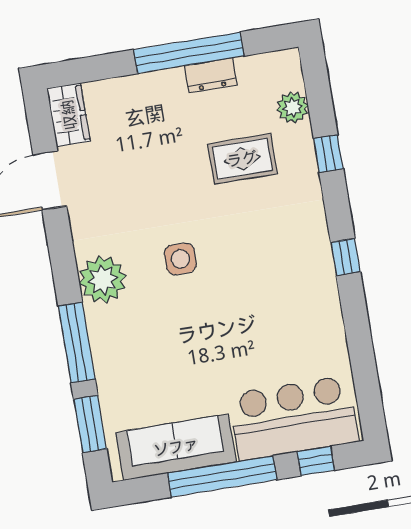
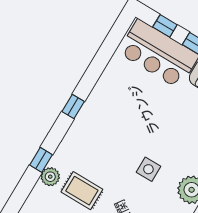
plant: (293, 107) -> (50, 177), moved

